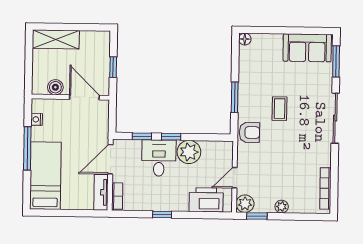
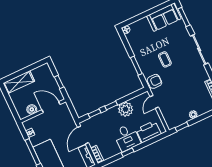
desk: (159, 158) -> (127, 137), moved, turned 180
door: (235, 178) -> (154, 102), moved
plant: (245, 204) -> (172, 123), removed

